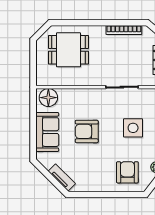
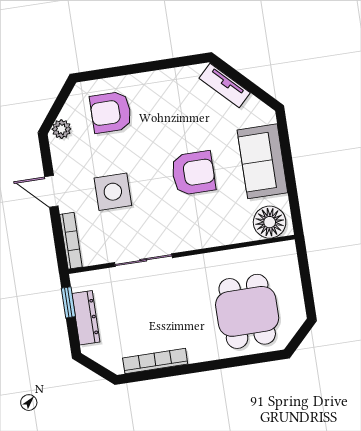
dining table: (68, 50) -> (247, 311), turned 90
armchair: (127, 172) -> (111, 112), turned 90

